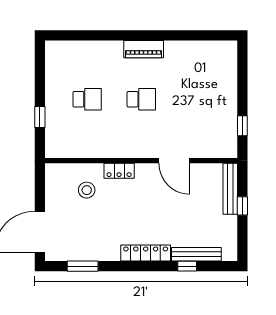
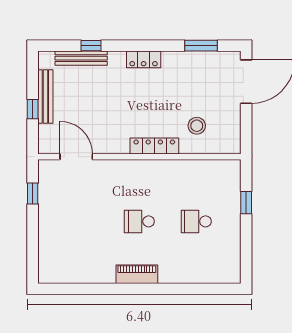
door: (174, 161) -> (76, 157), moved
locker: (119, 171) -> (154, 146), width x1.53
bench: (230, 189) -> (45, 96), moved
locker: (146, 253) -> (144, 59), width x0.66

